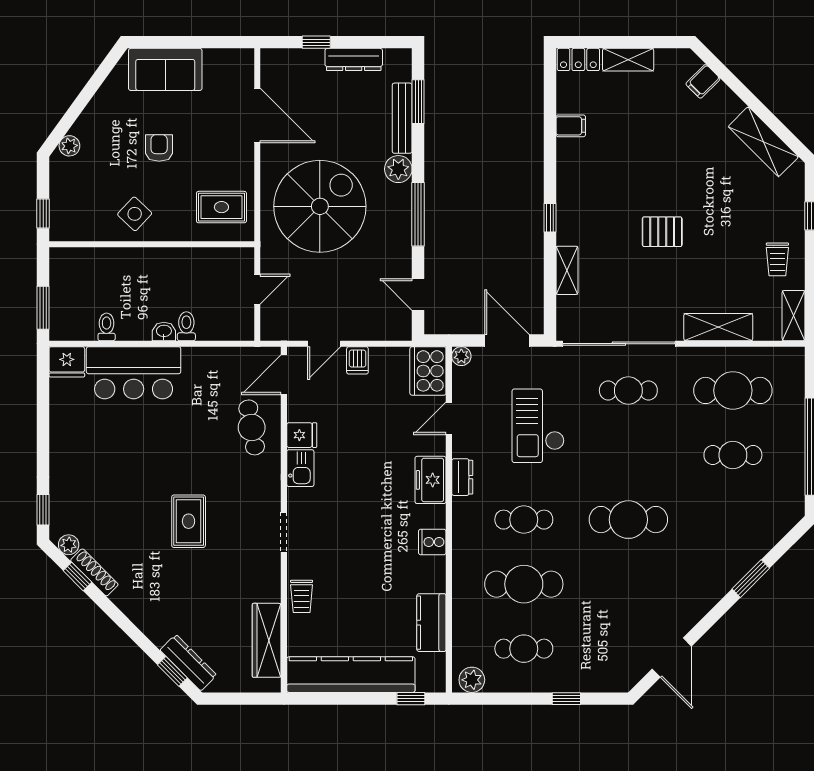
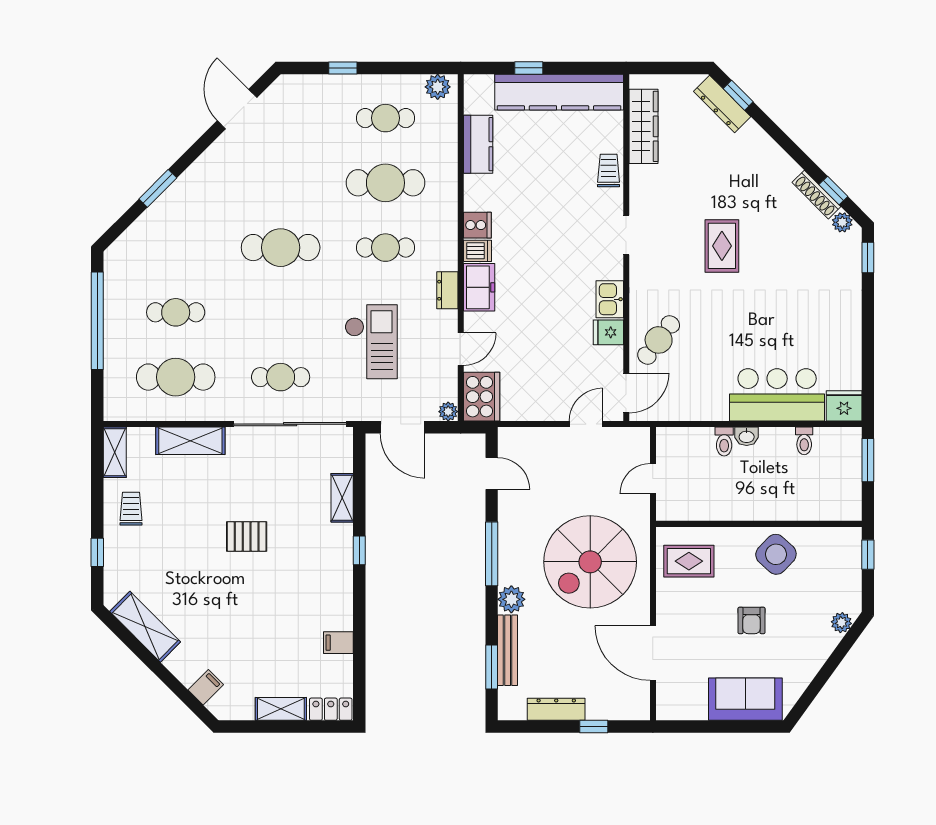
side table: (135, 214) -> (776, 554), width x1.37, depth x1.37
dishwasher: (357, 360) -> (477, 251), moved, turned 90
cafe table: (252, 427) -> (659, 340), turned 47
window: (411, 699) -> (529, 68), moved

